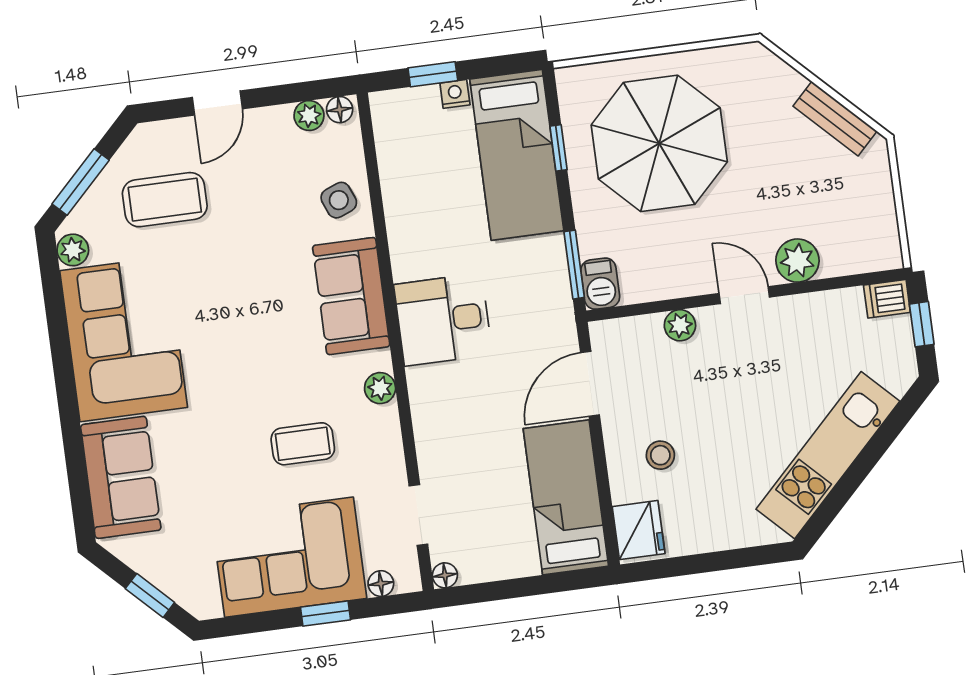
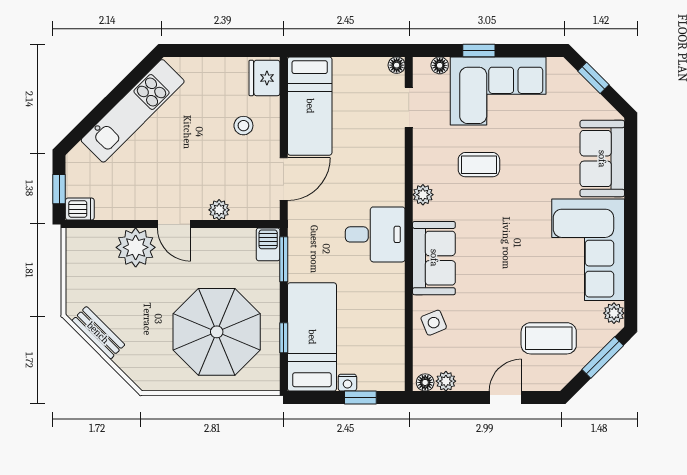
plant: (797, 261) -> (136, 247), width x1.36, depth x1.36

